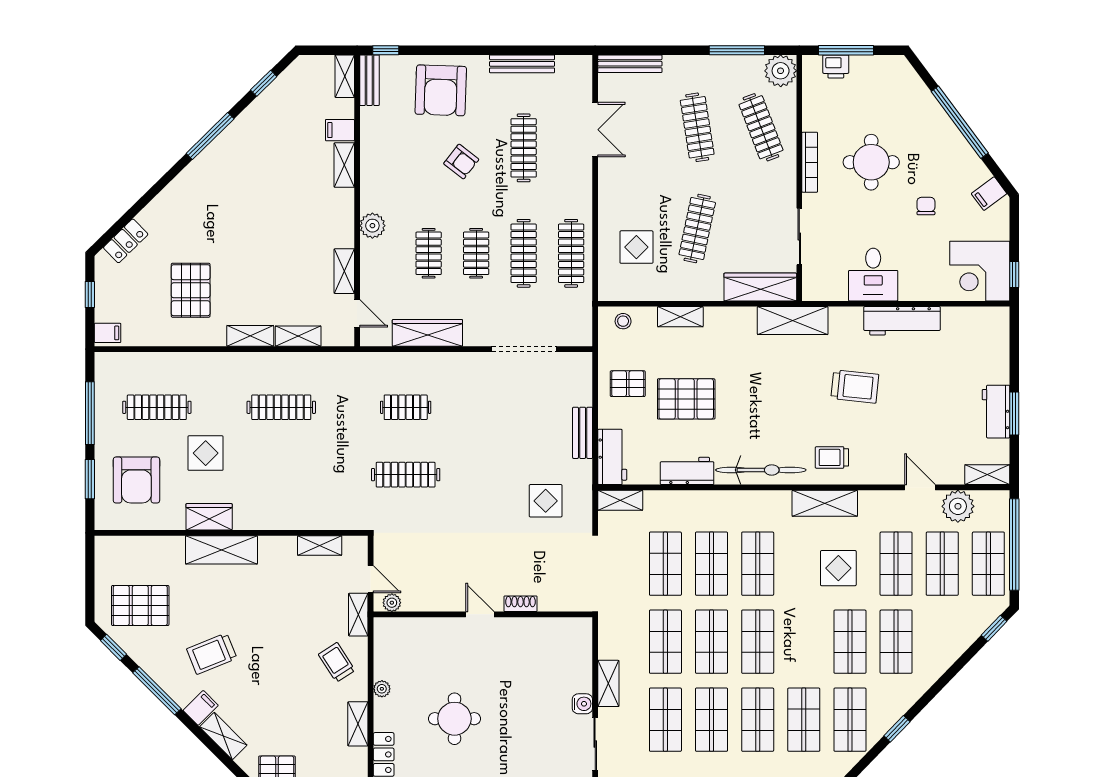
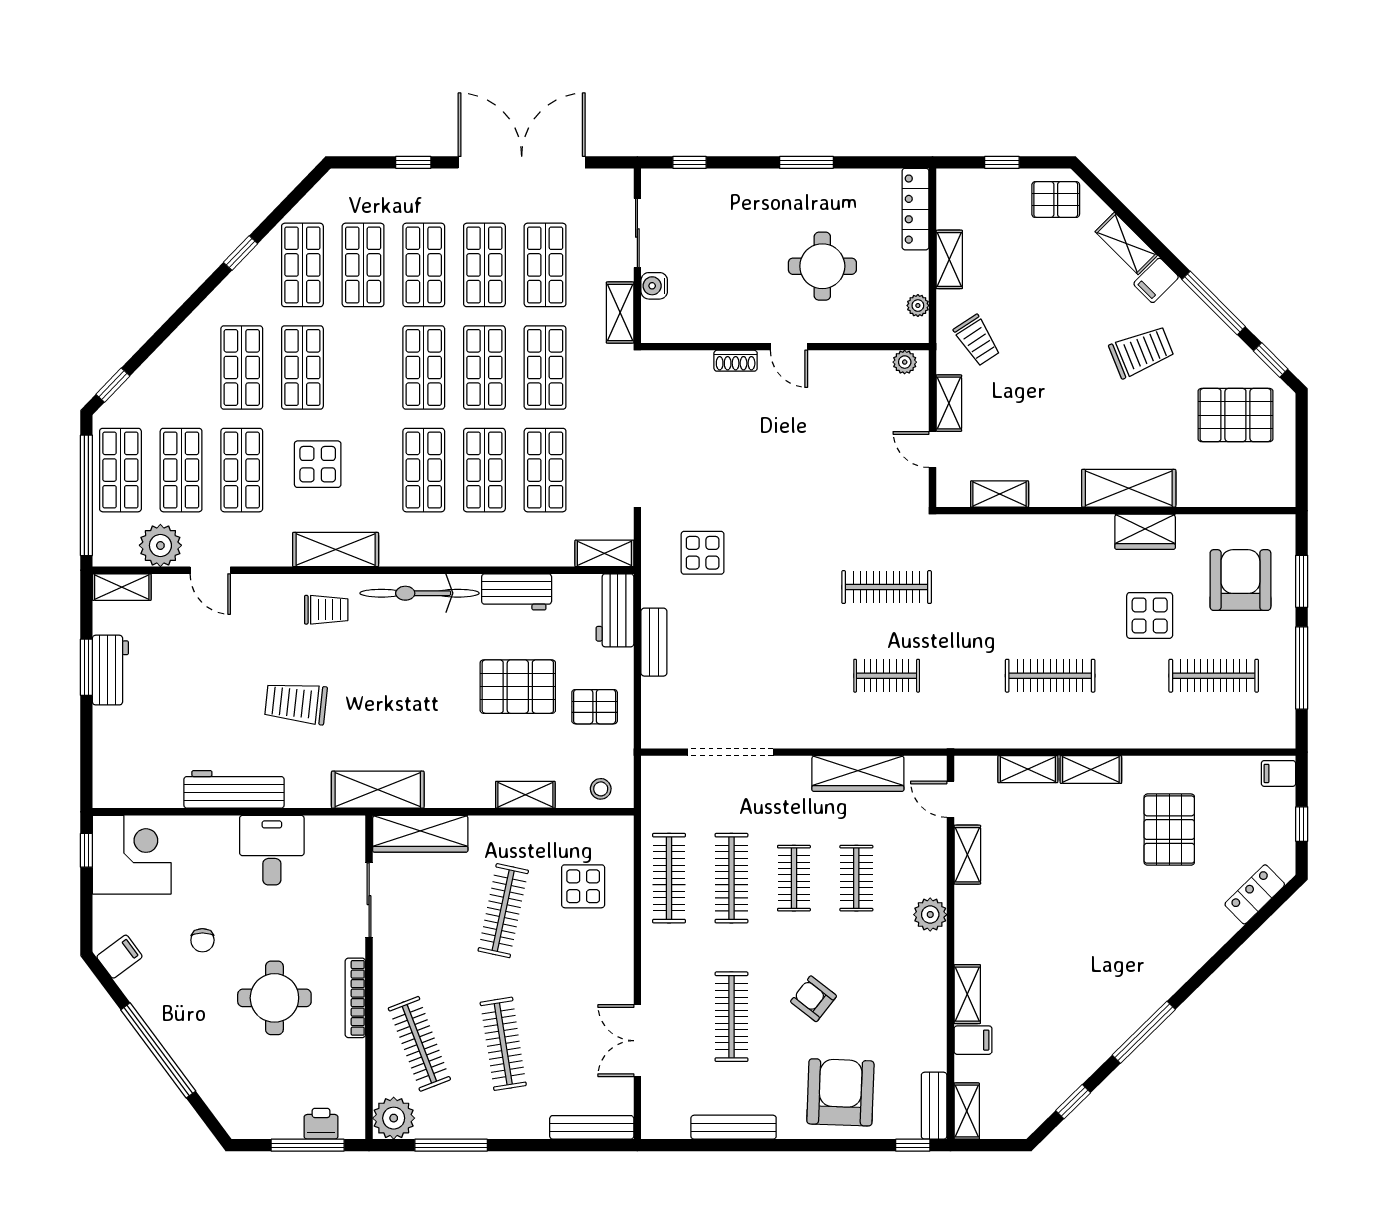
plant: (392, 603) -> (905, 362), moved
shoe rack: (520, 604) -> (736, 361), moved
door: (480, 614) -> (789, 347), moved
wall: (483, 614) -> (785, 347), moved

